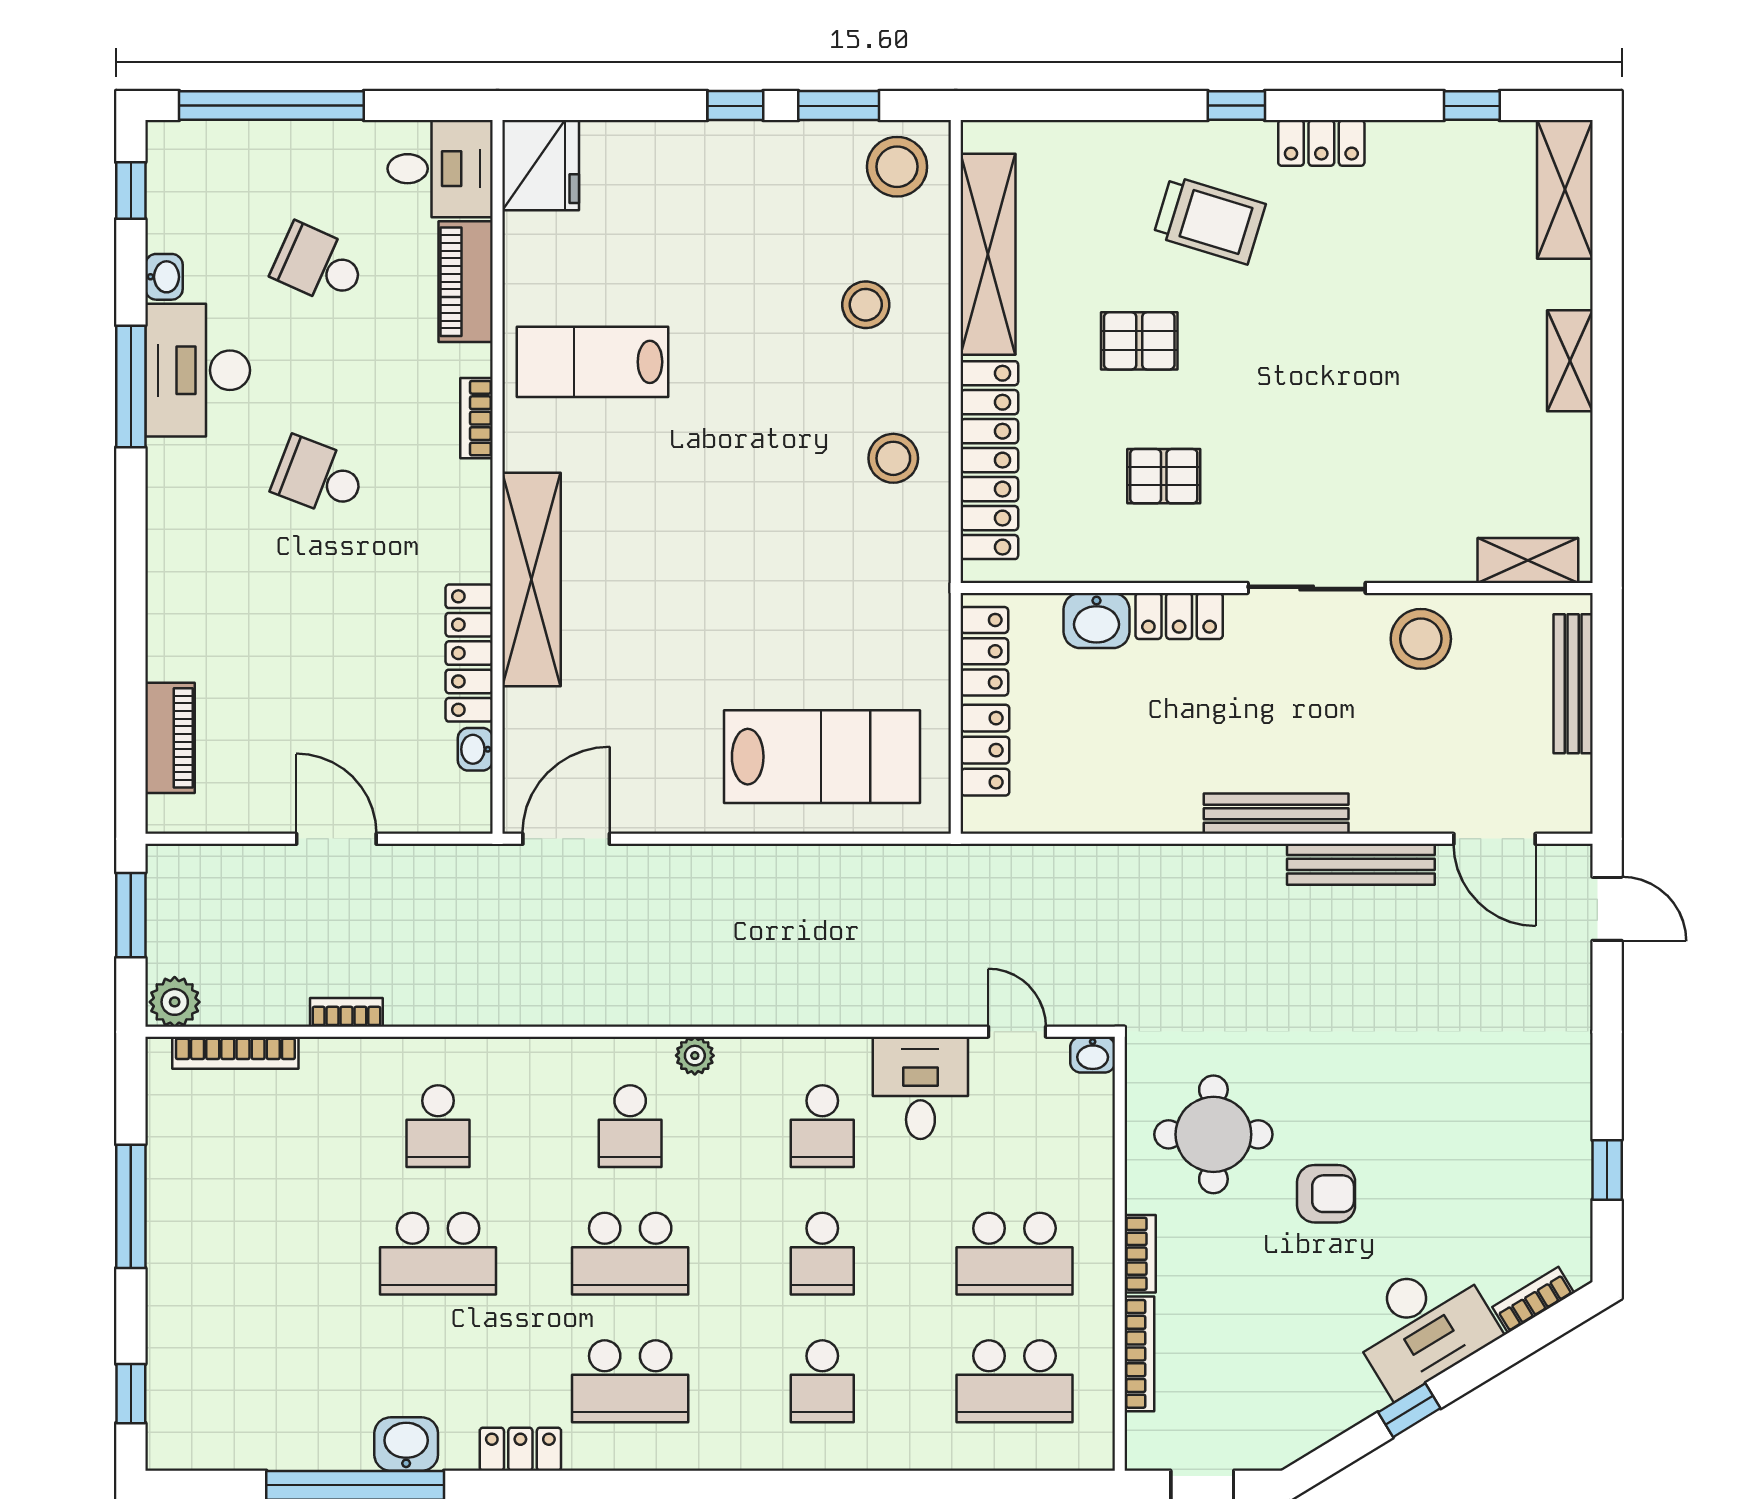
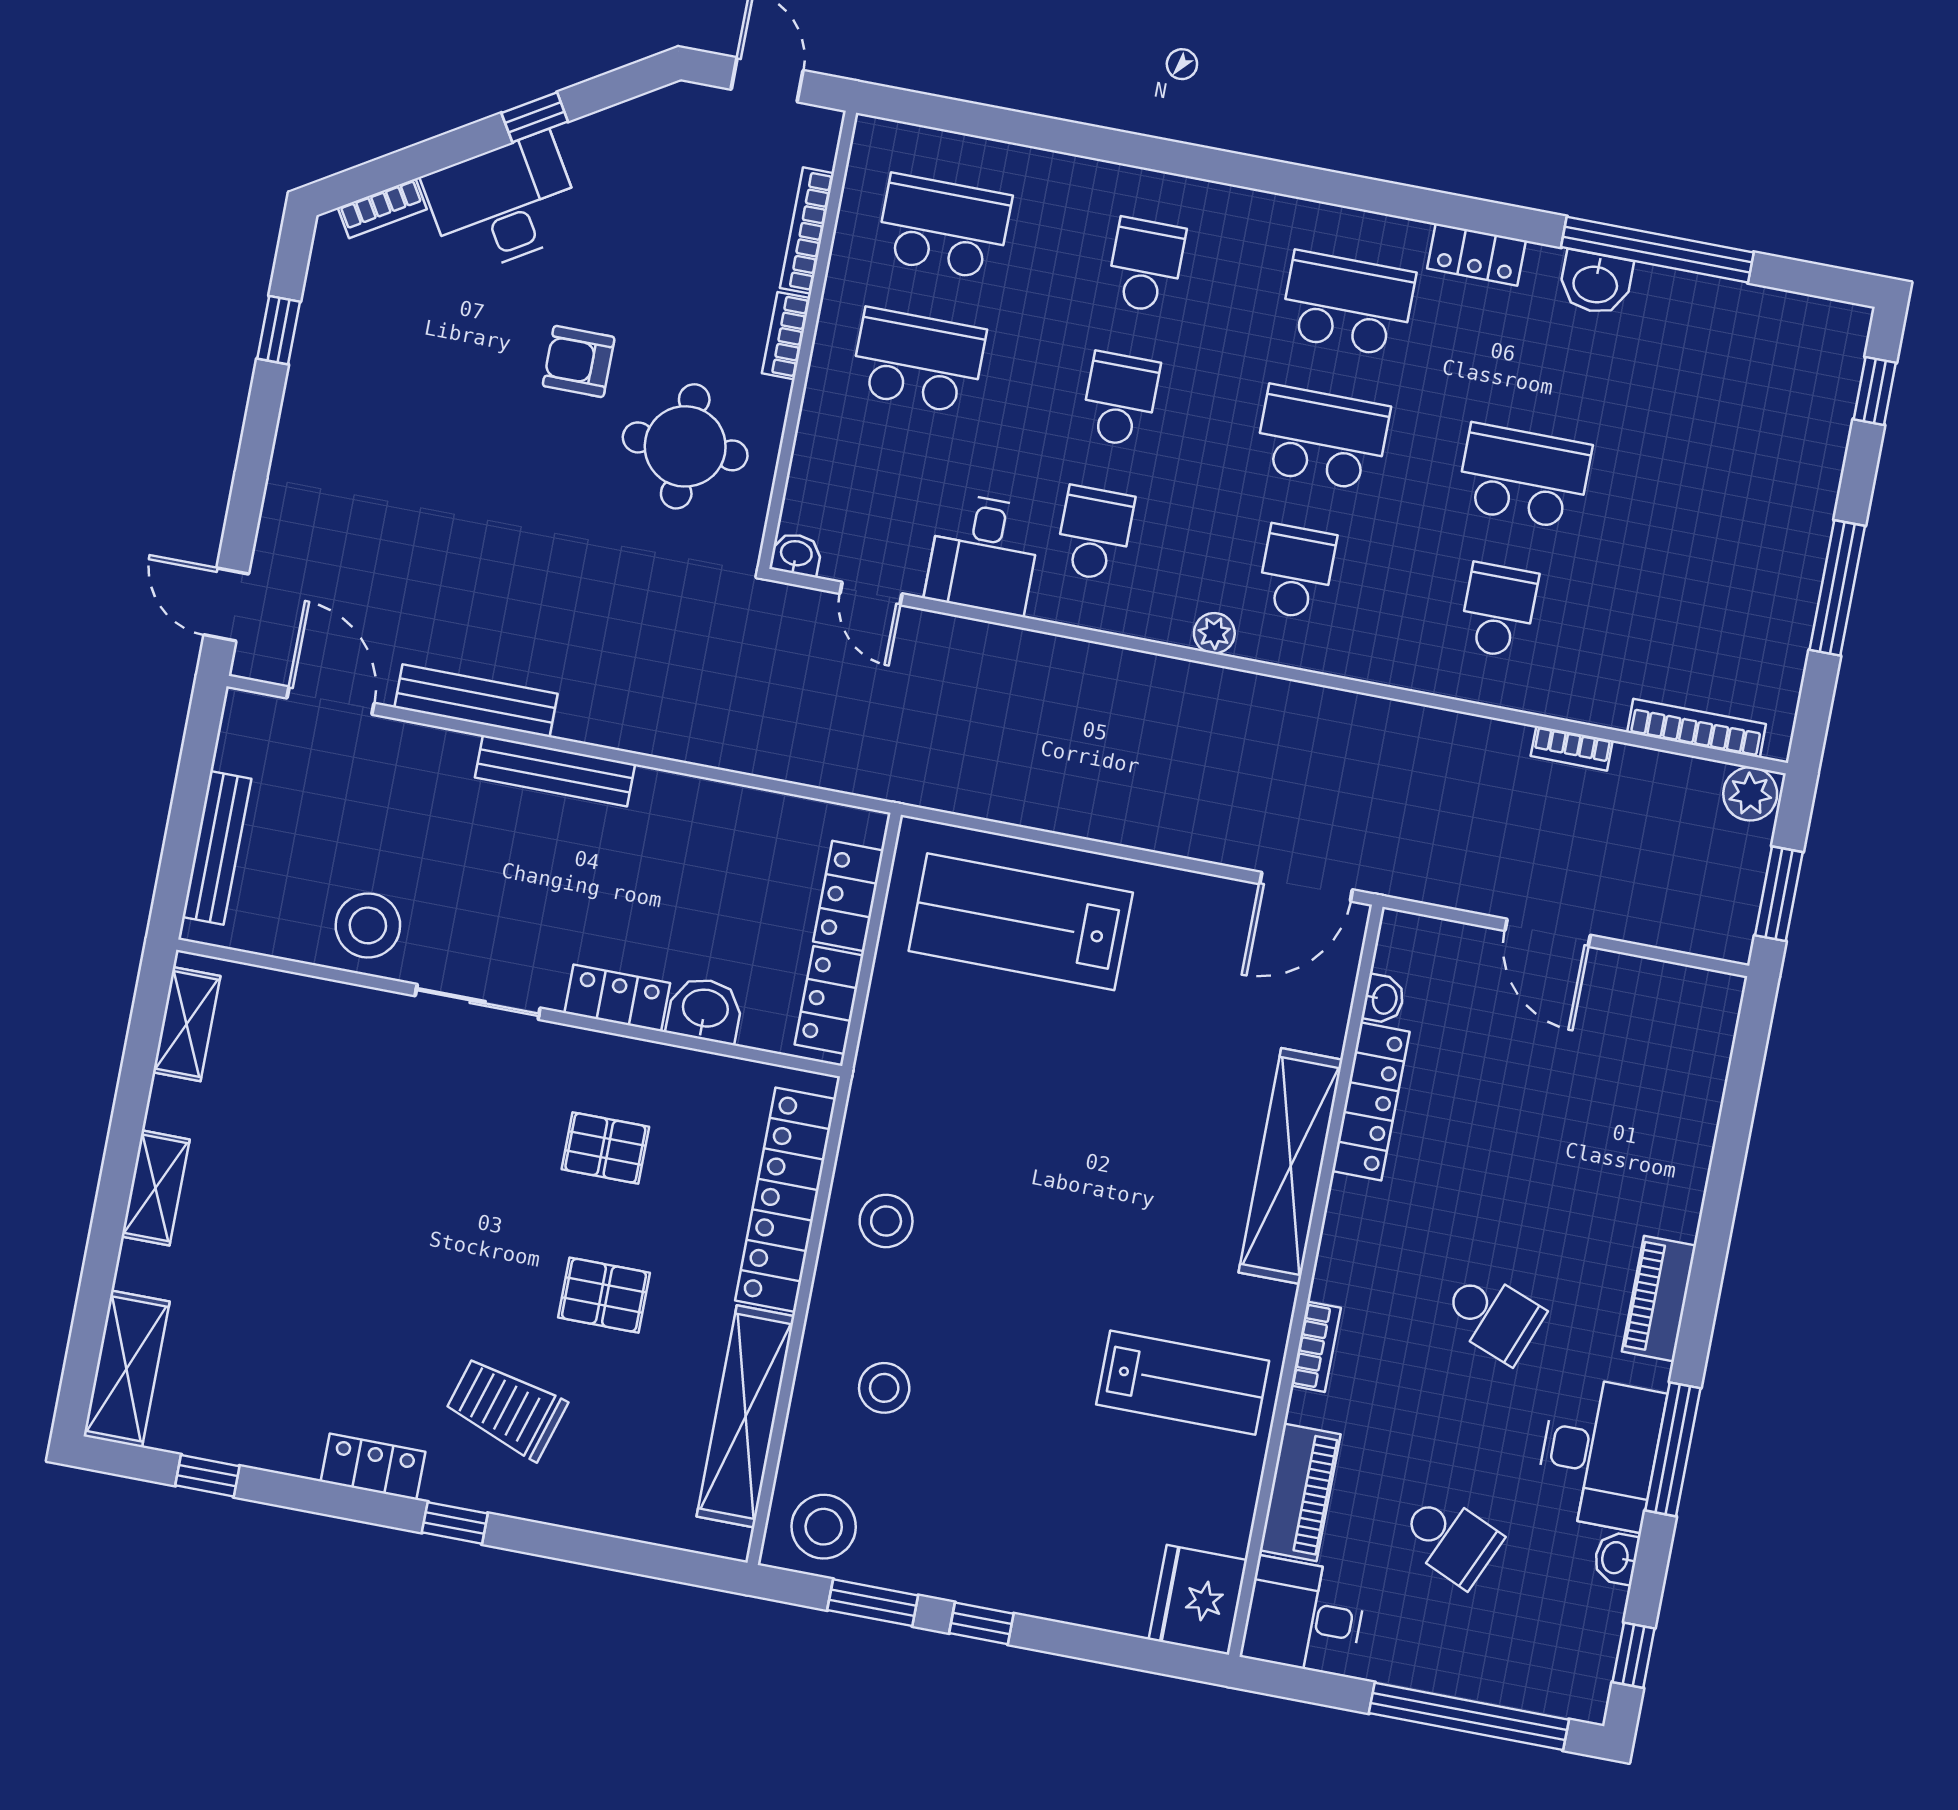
shelving: (1528, 561) -> (187, 1024), moved, turned 90
piano: (170, 738) -> (1659, 1299), moved

